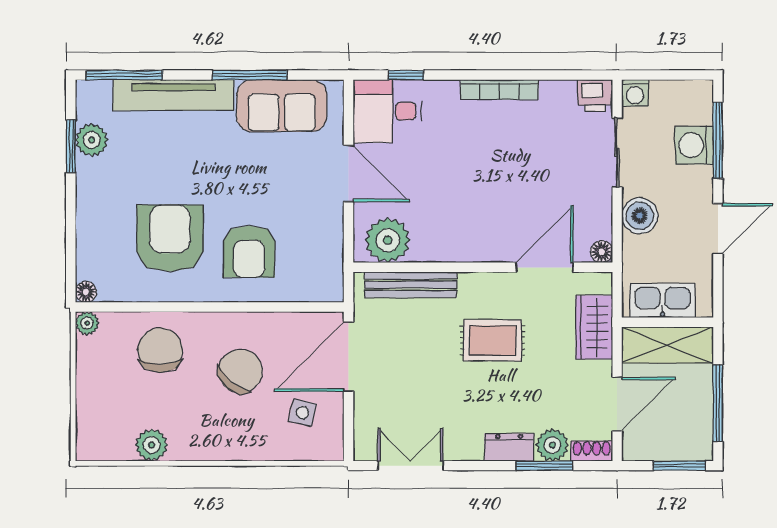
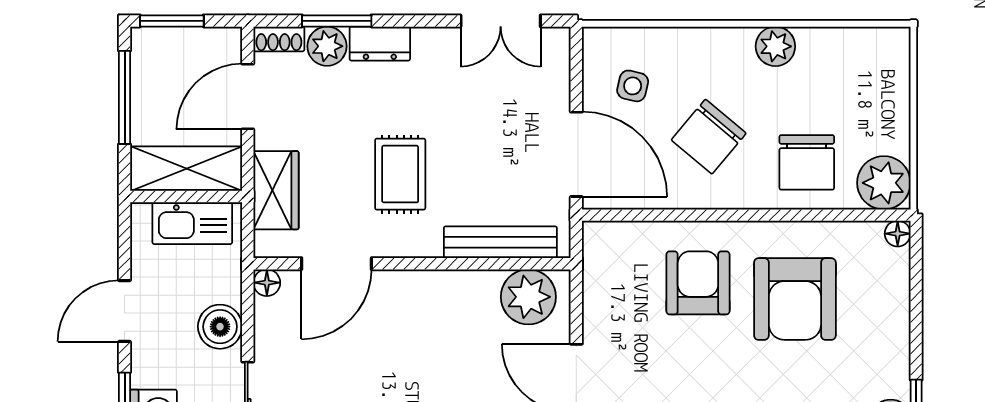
plant: (87, 323) -> (884, 183), width x1.87, depth x1.87
rug: (493, 340) -> (400, 174), turned 90
door: (349, 357) -> (576, 154), hinge flipped
plant: (152, 445) -> (775, 46), moved

